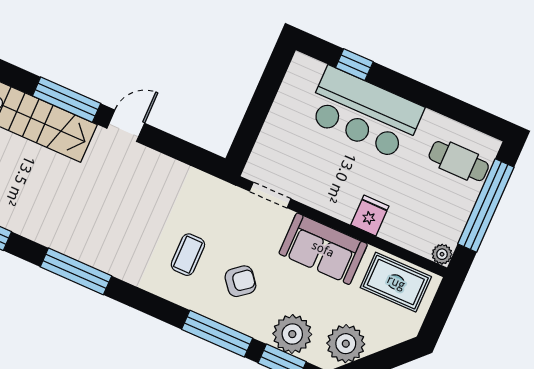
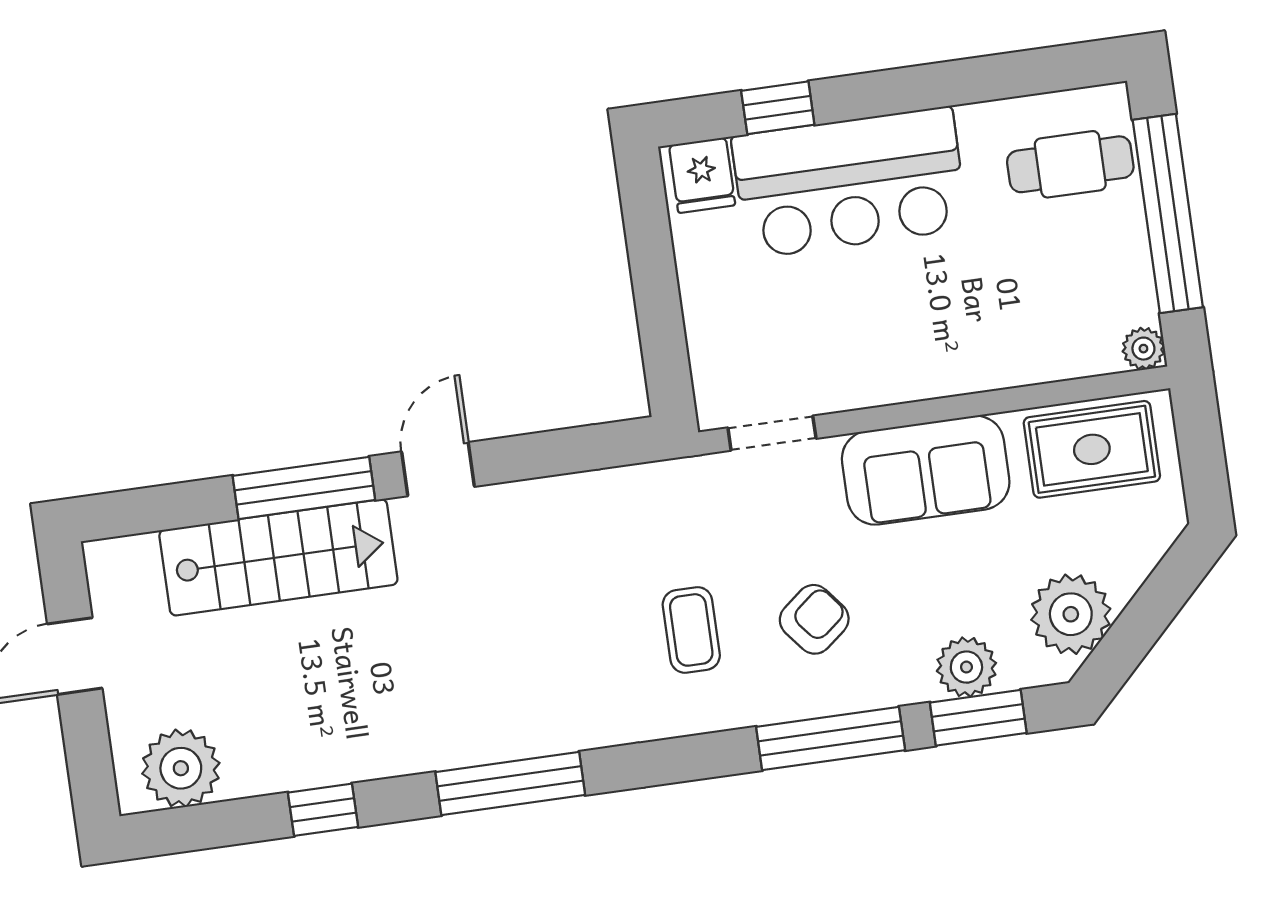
fridge: (370, 215) -> (702, 175), moved, turned 180
plant: (292, 334) -> (966, 667), width x0.73, depth x0.73

